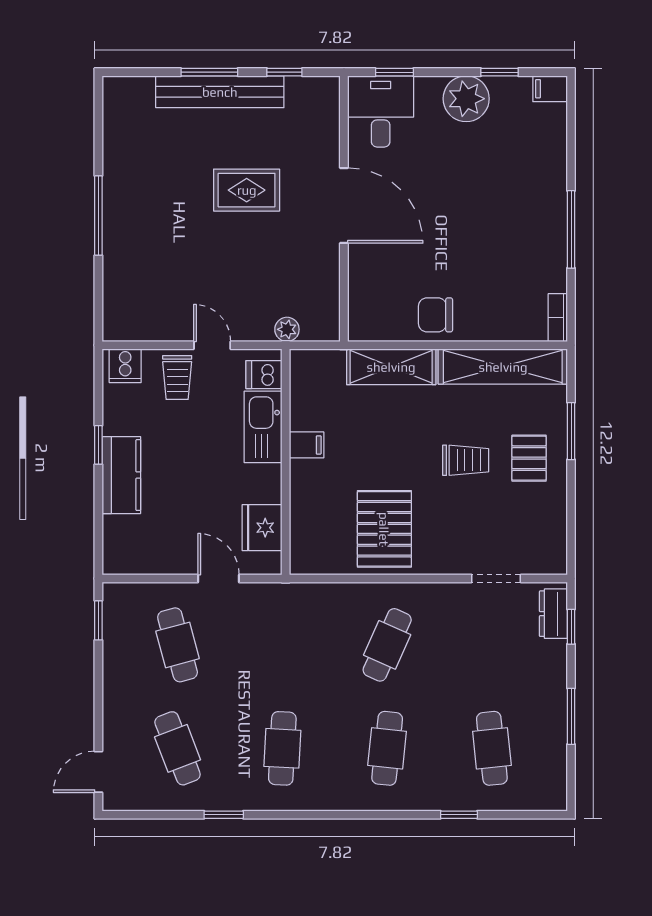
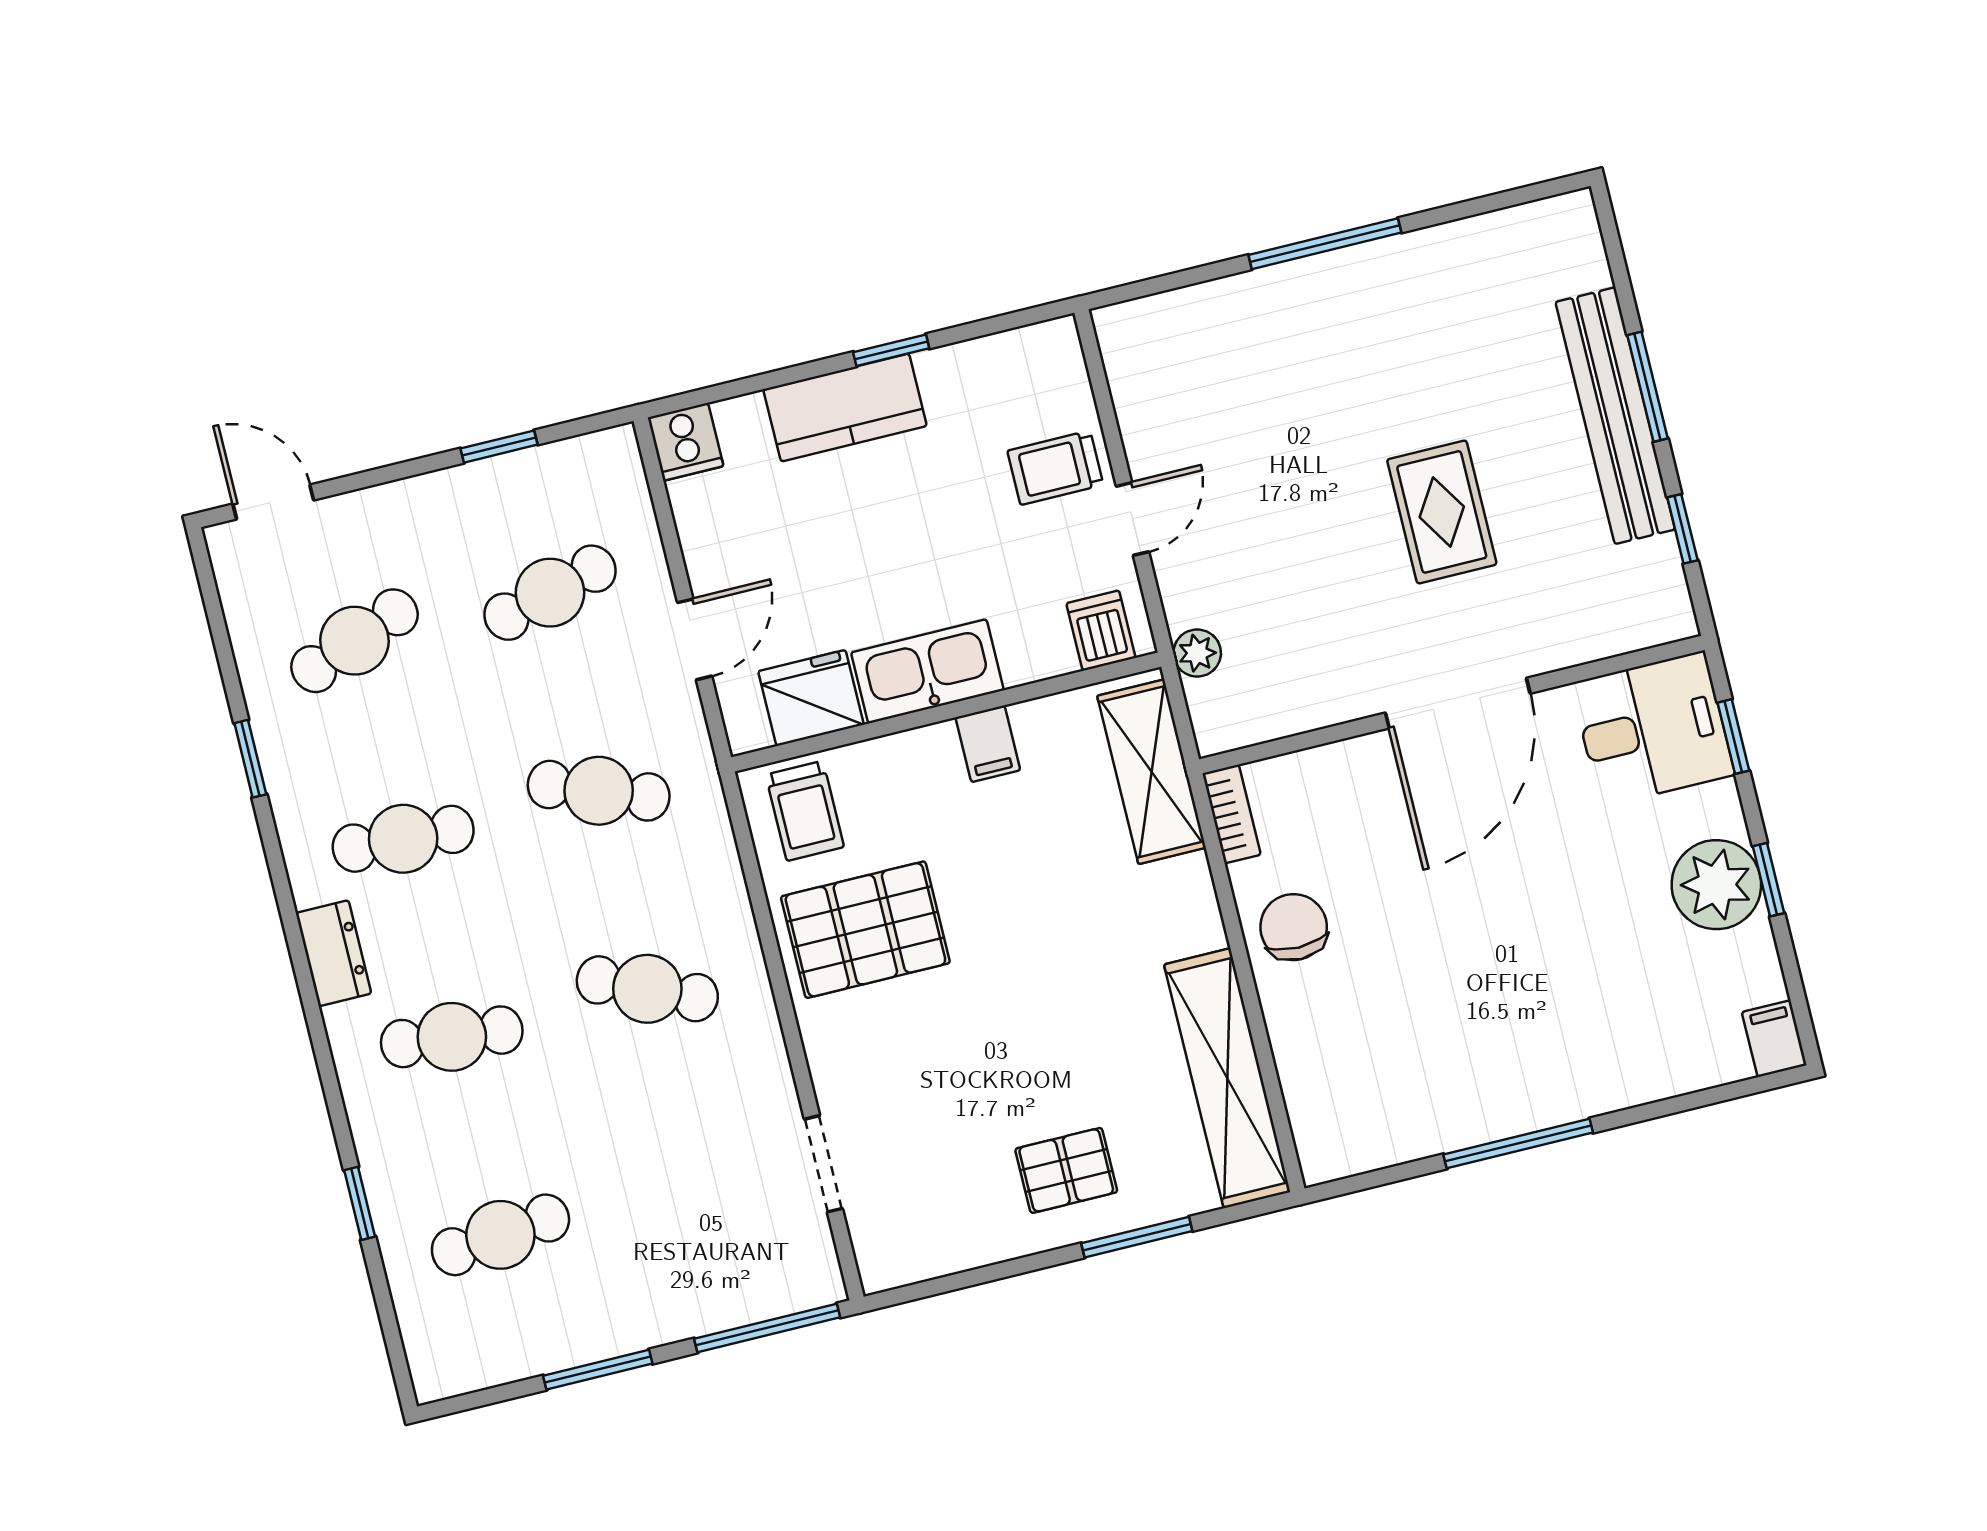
window: (500, 72) -> (1769, 880), moved
bookcase: (558, 318) -> (1232, 814), moved, turned 90
cooker: (125, 366) -> (686, 442), moved, turned -90
shelving: (391, 367) -> (1151, 772), moved
kitchen sink: (263, 427) -> (927, 671), moved
trolley: (466, 460) -> (805, 811), moved
dresser: (553, 614) -> (333, 953), moved, turned 90
window: (98, 620) -> (499, 447), moved
window: (571, 627) -> (767, 1328), width x2.17
cafe table: (282, 645) -> (599, 791), added

